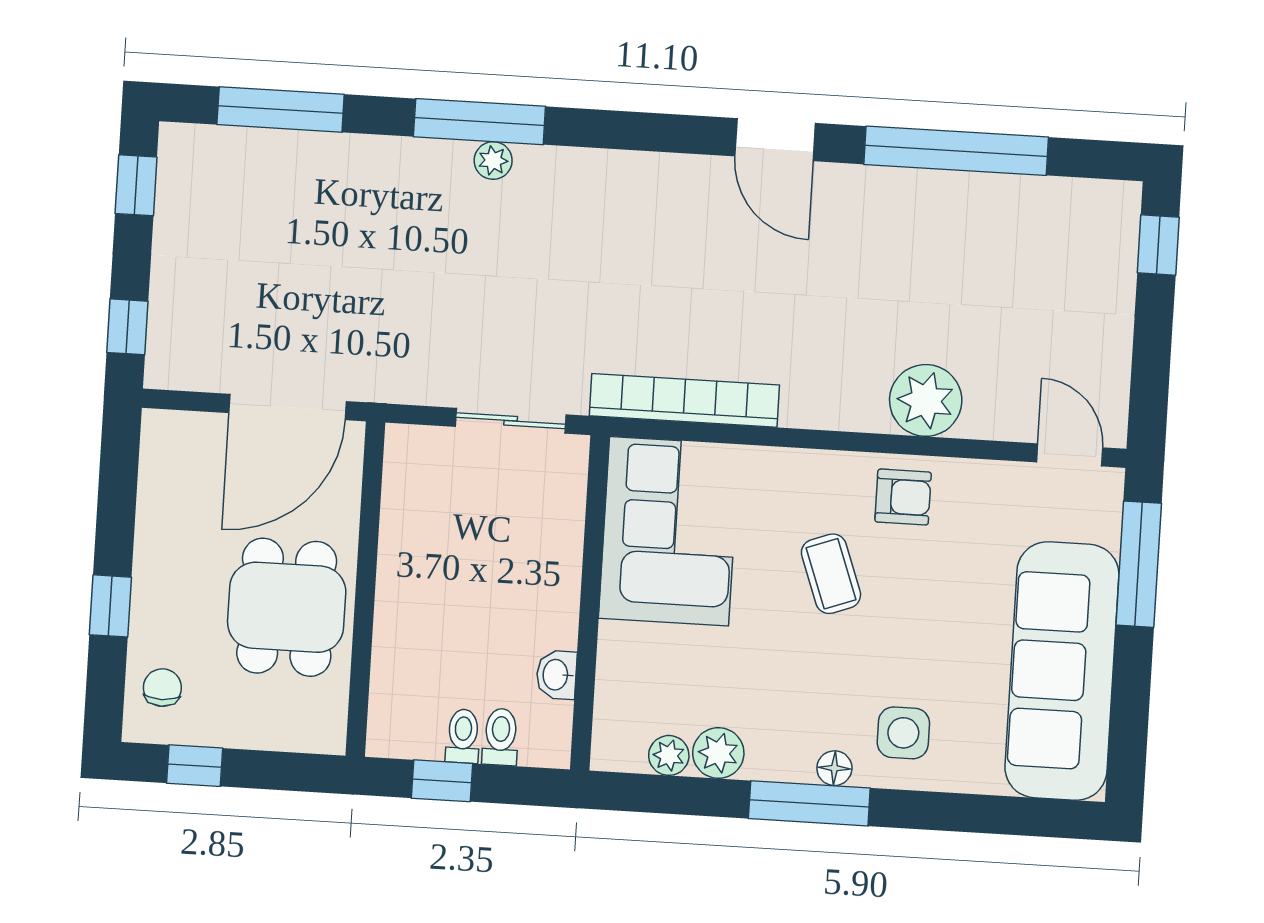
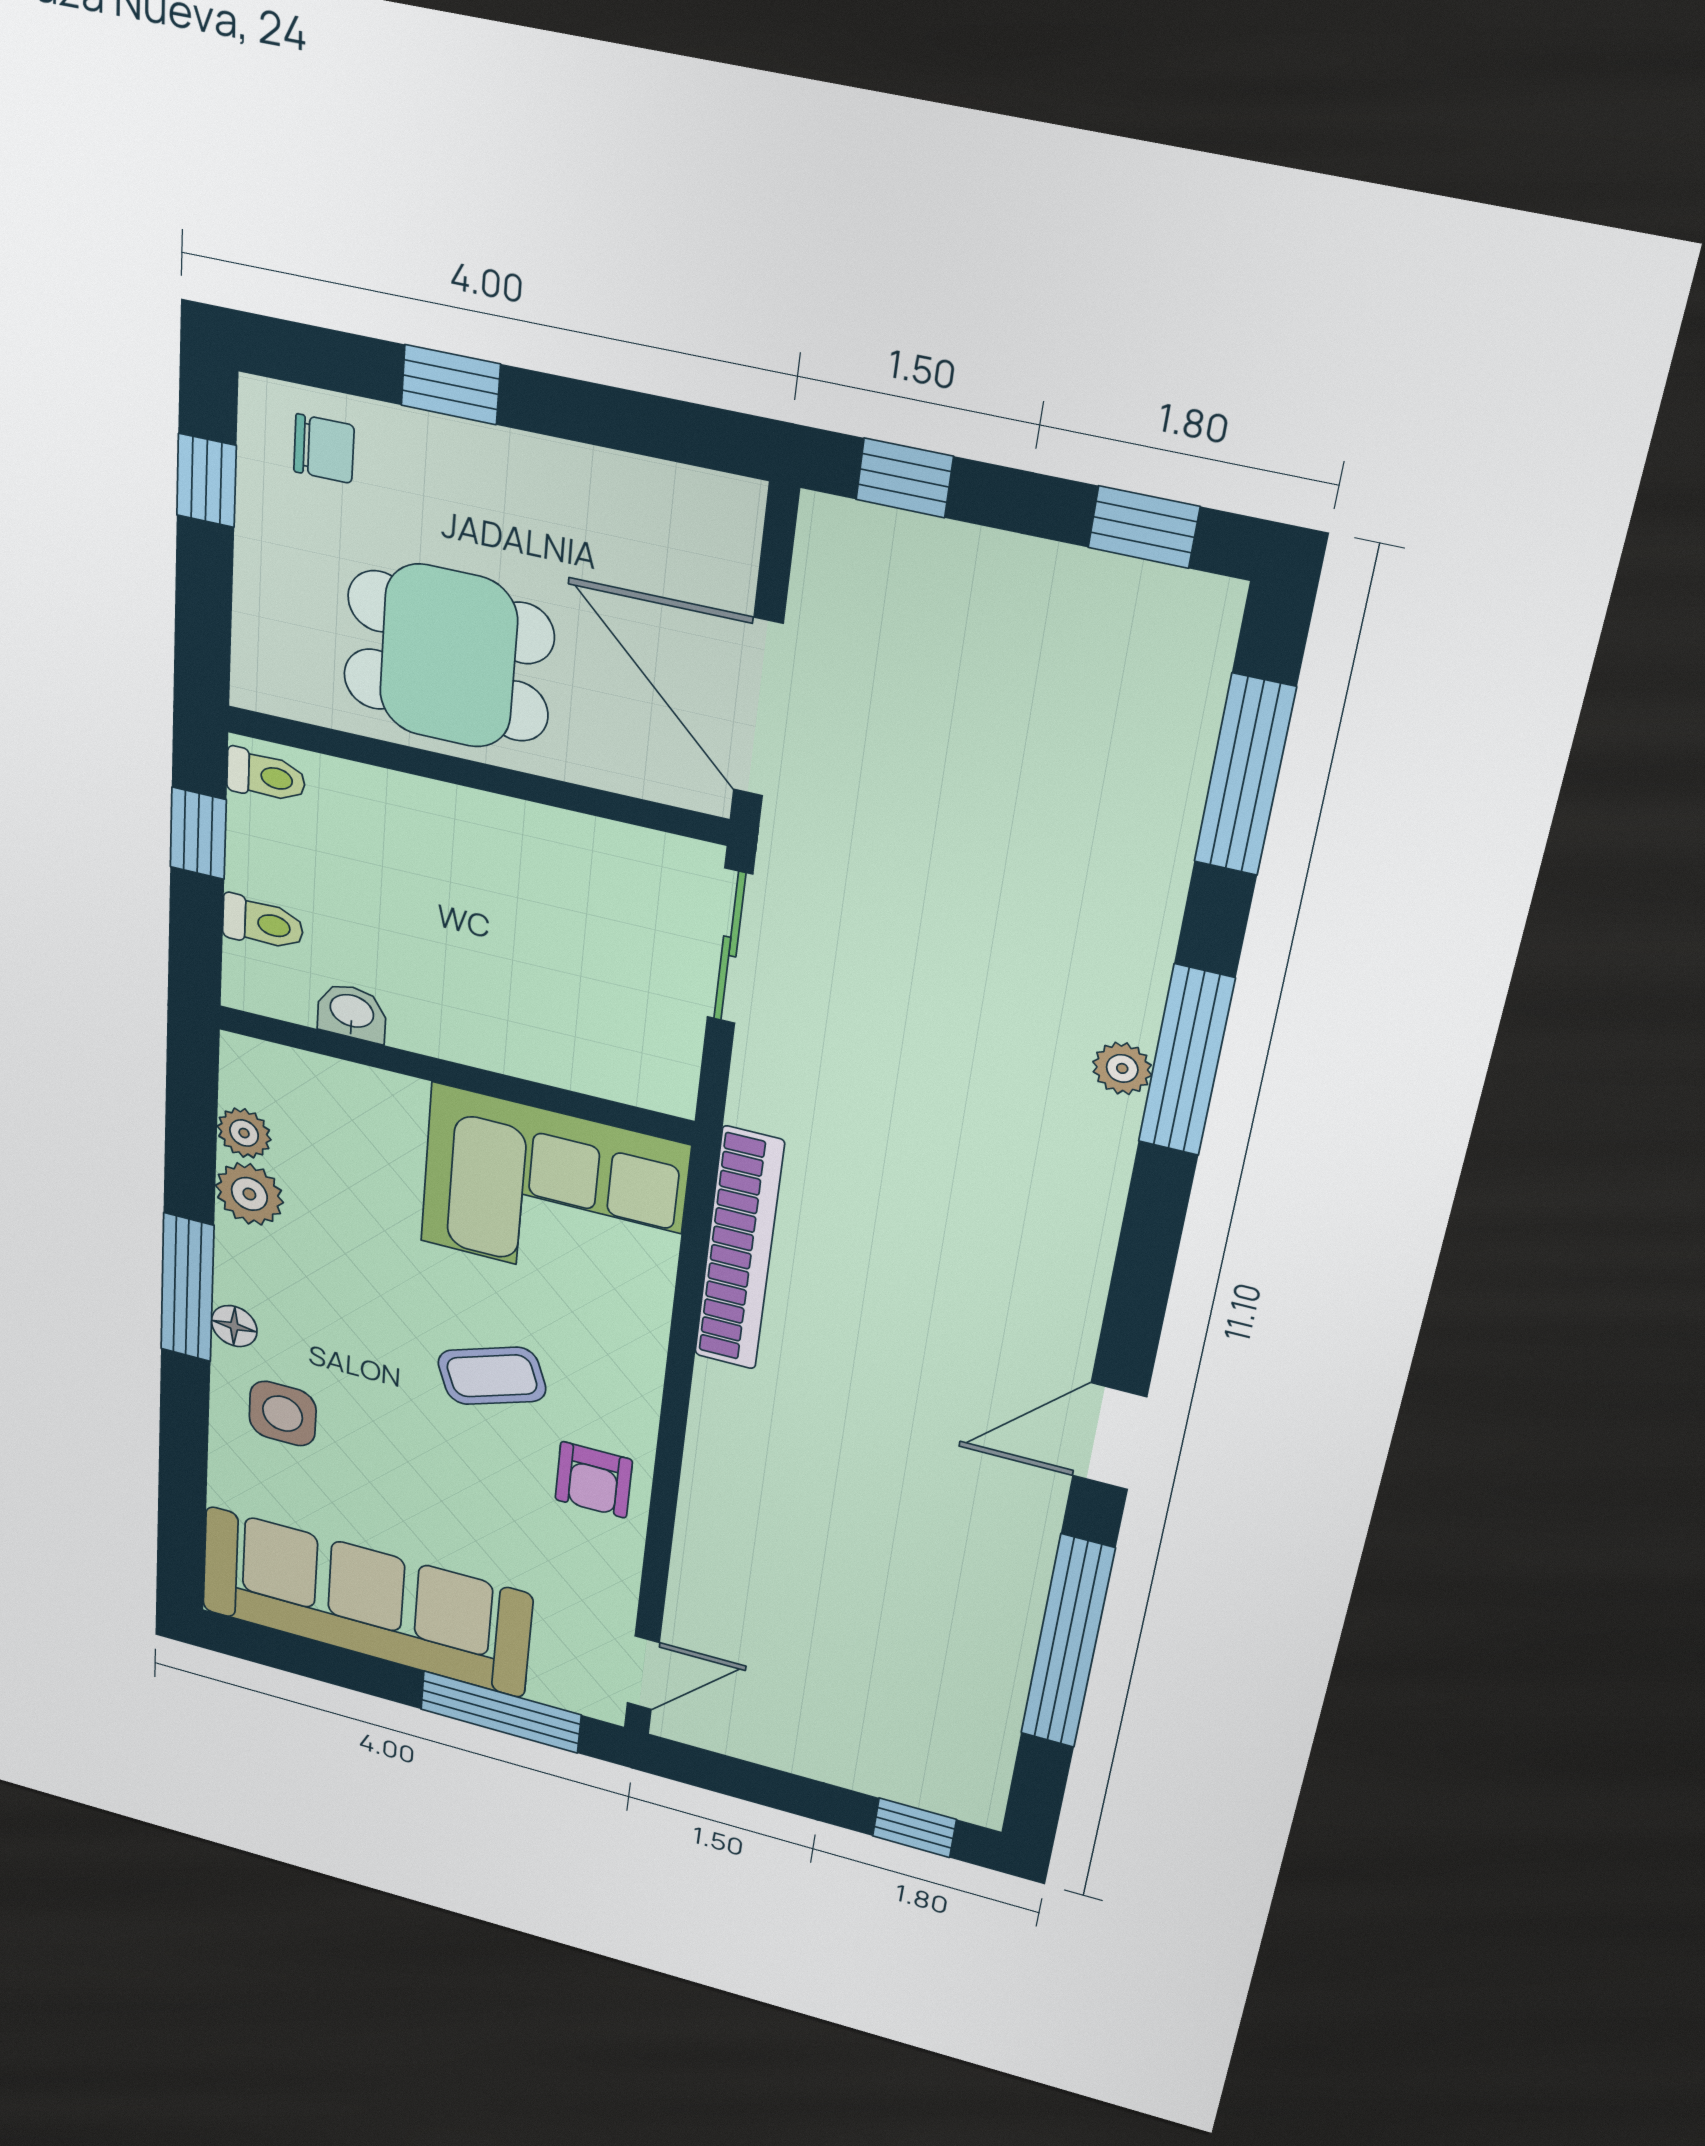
plant: (926, 400) -> (724, 1533), removed
sliding door: (511, 421) -> (730, 946), moved
toilet: (463, 736) -> (266, 776), moved

